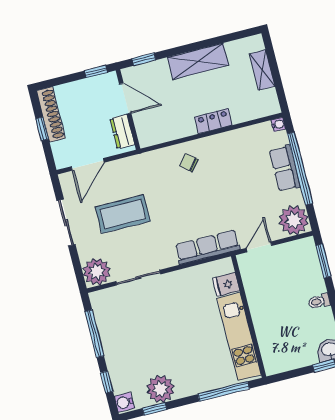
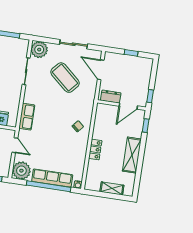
shoe rack: (51, 114) -> (137, 61), removed
row of seats: (285, 168) -> (52, 178), width x1.48
coffee table: (123, 214) -> (65, 78), turned -49
row of seats: (208, 247) -> (27, 117), width x0.68

